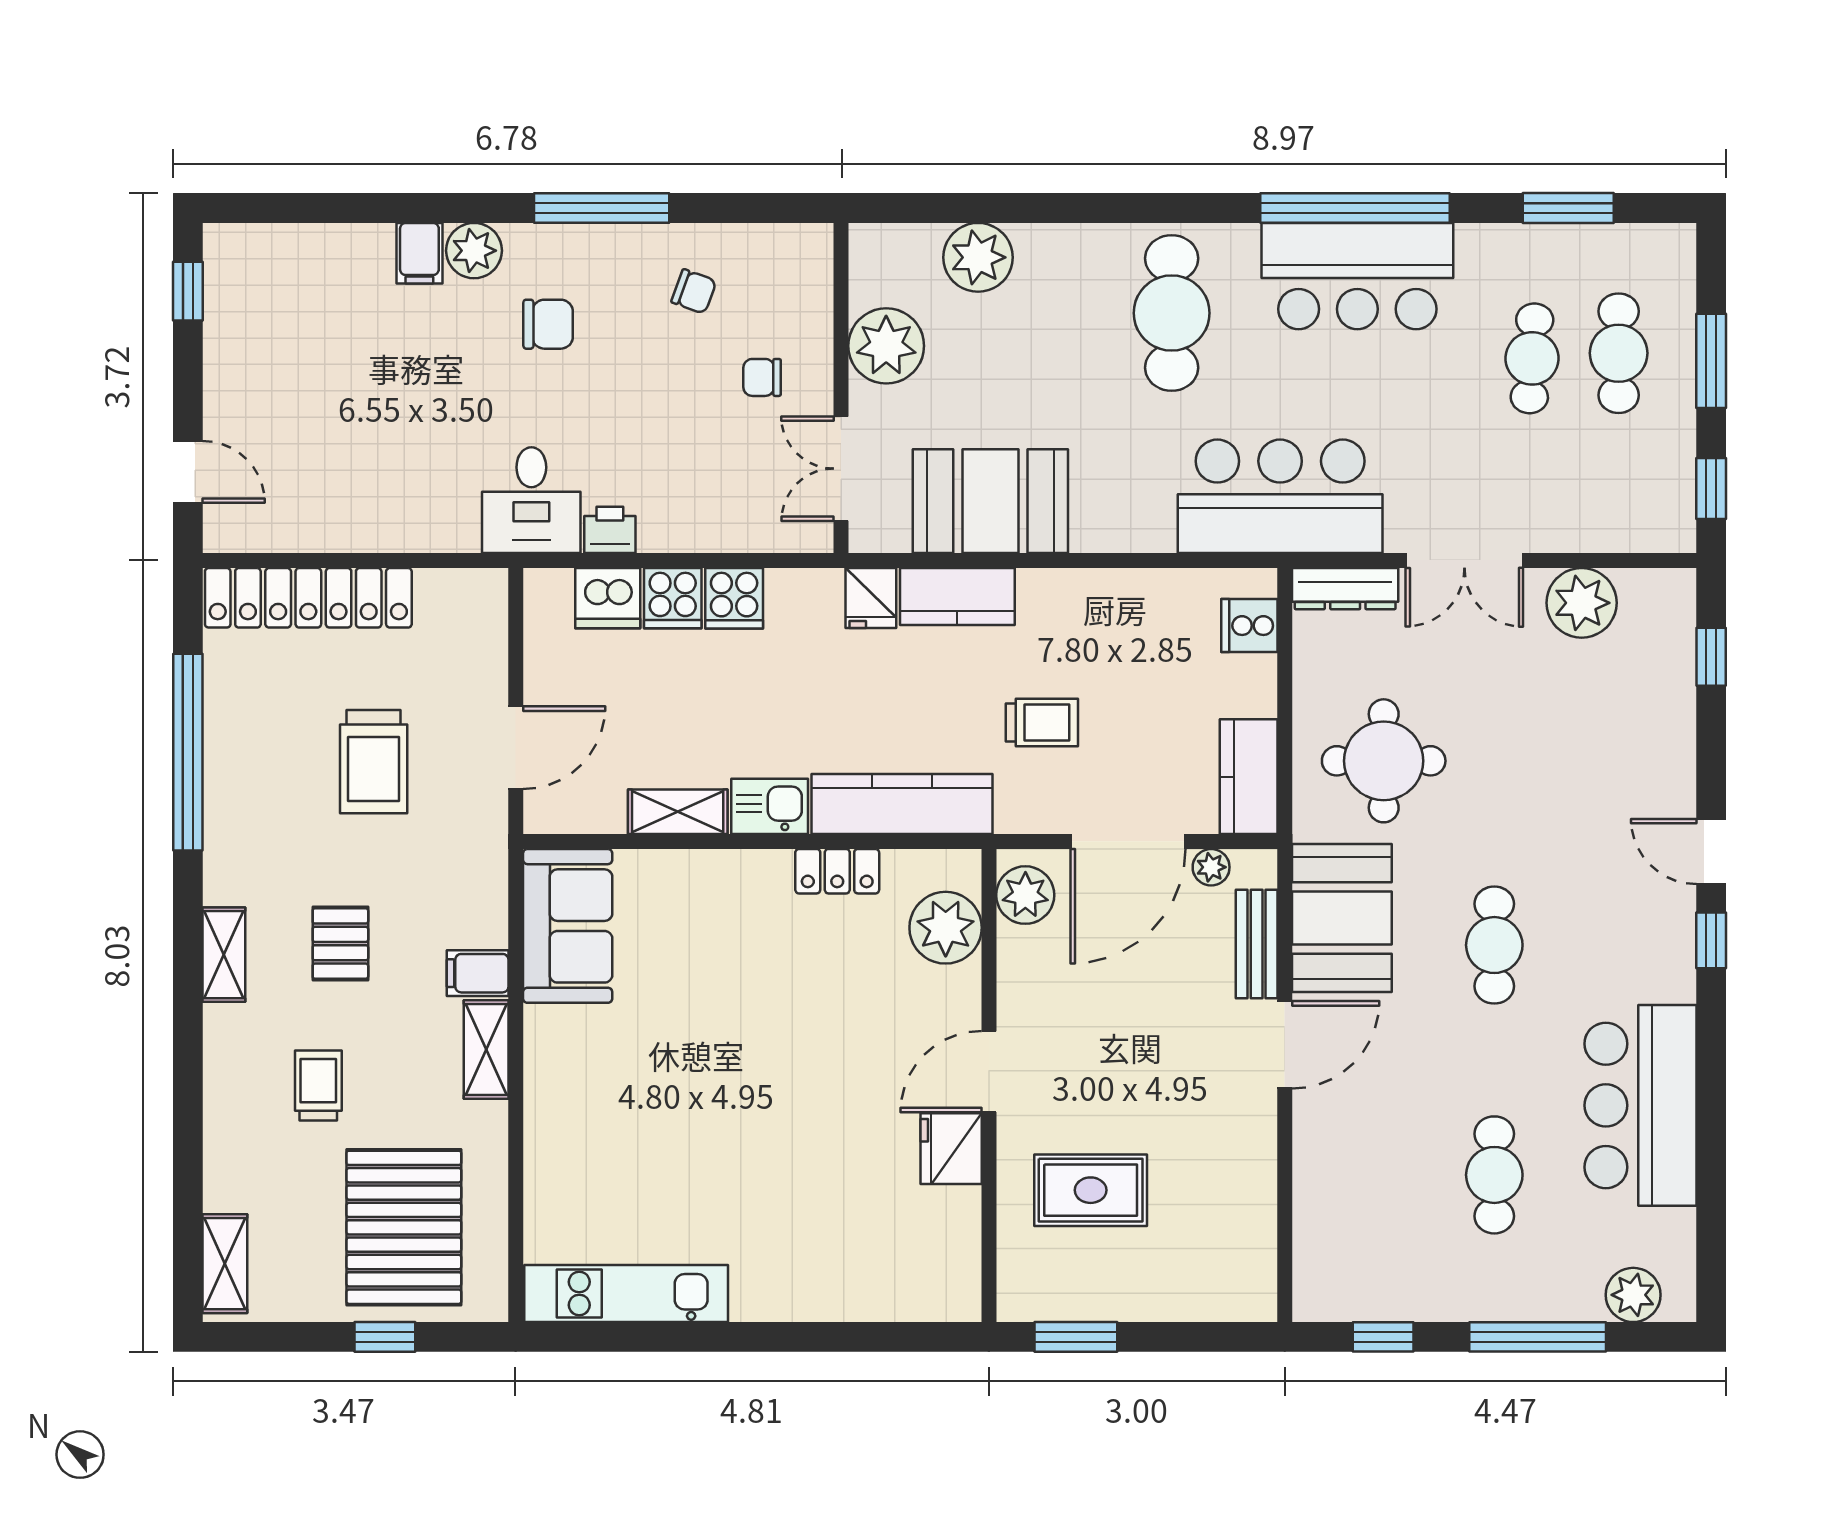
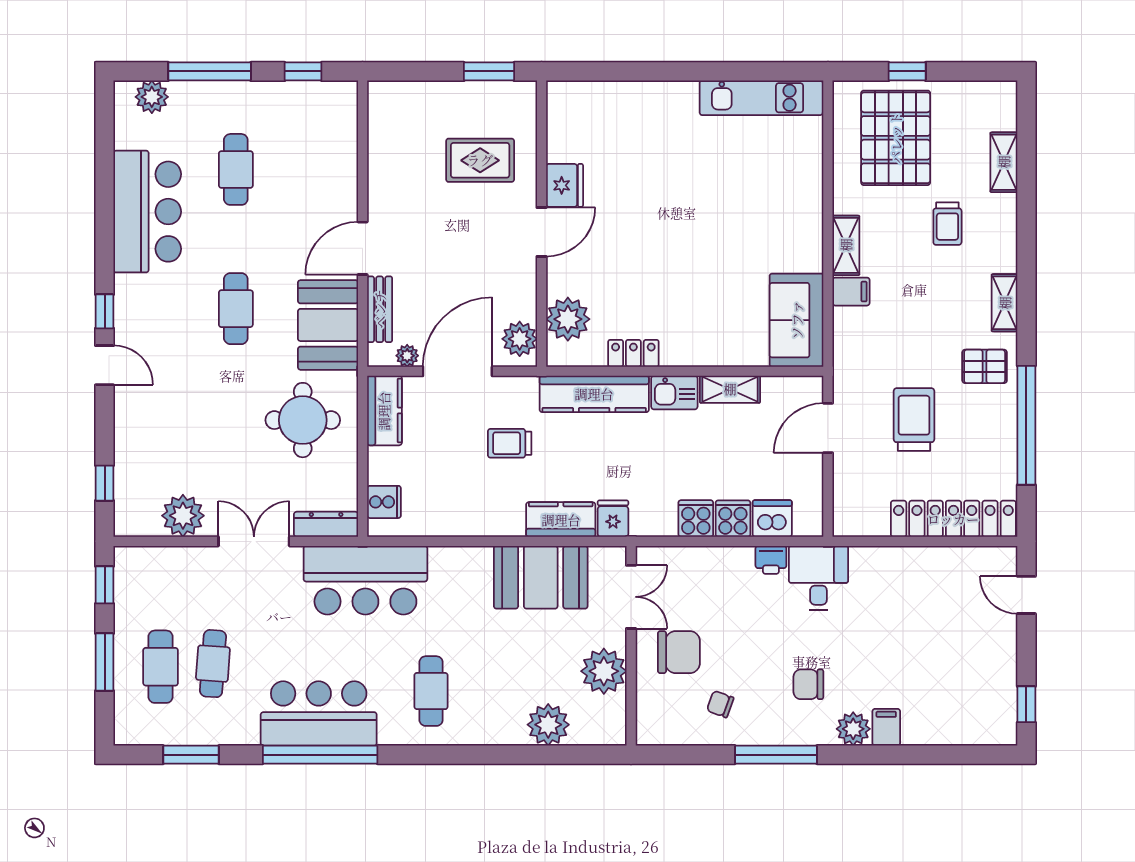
cafe table: (1172, 313) -> (431, 691), width x0.73, depth x0.74
chair: (762, 377) -> (679, 652), width x1.87, depth x1.87
pallet: (340, 944) -> (985, 366), moved, turned 90
shelving: (225, 1264) -> (1004, 162), moved

